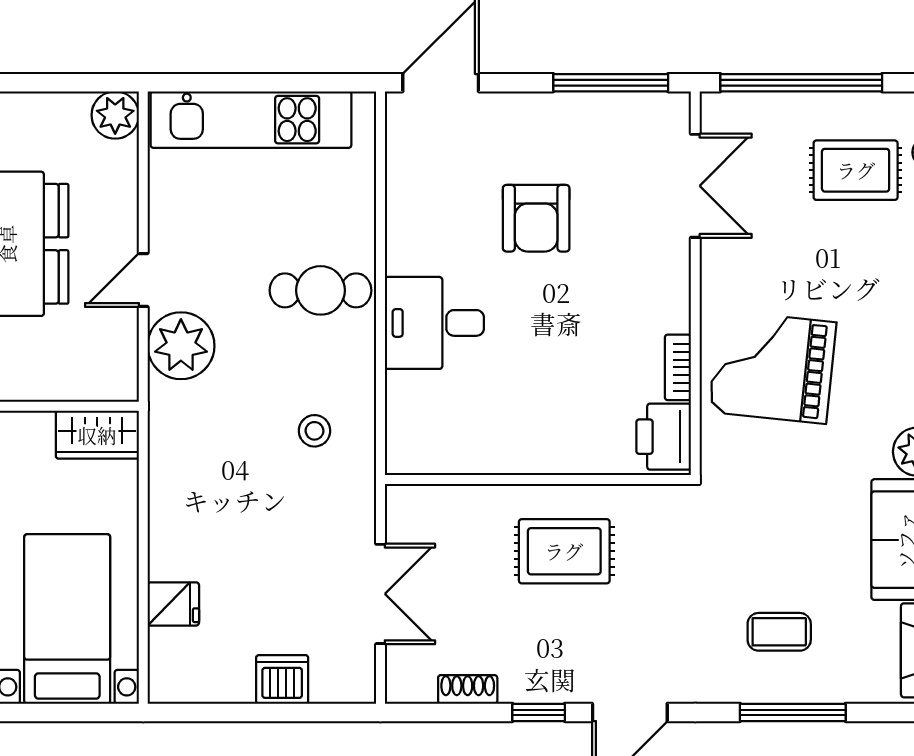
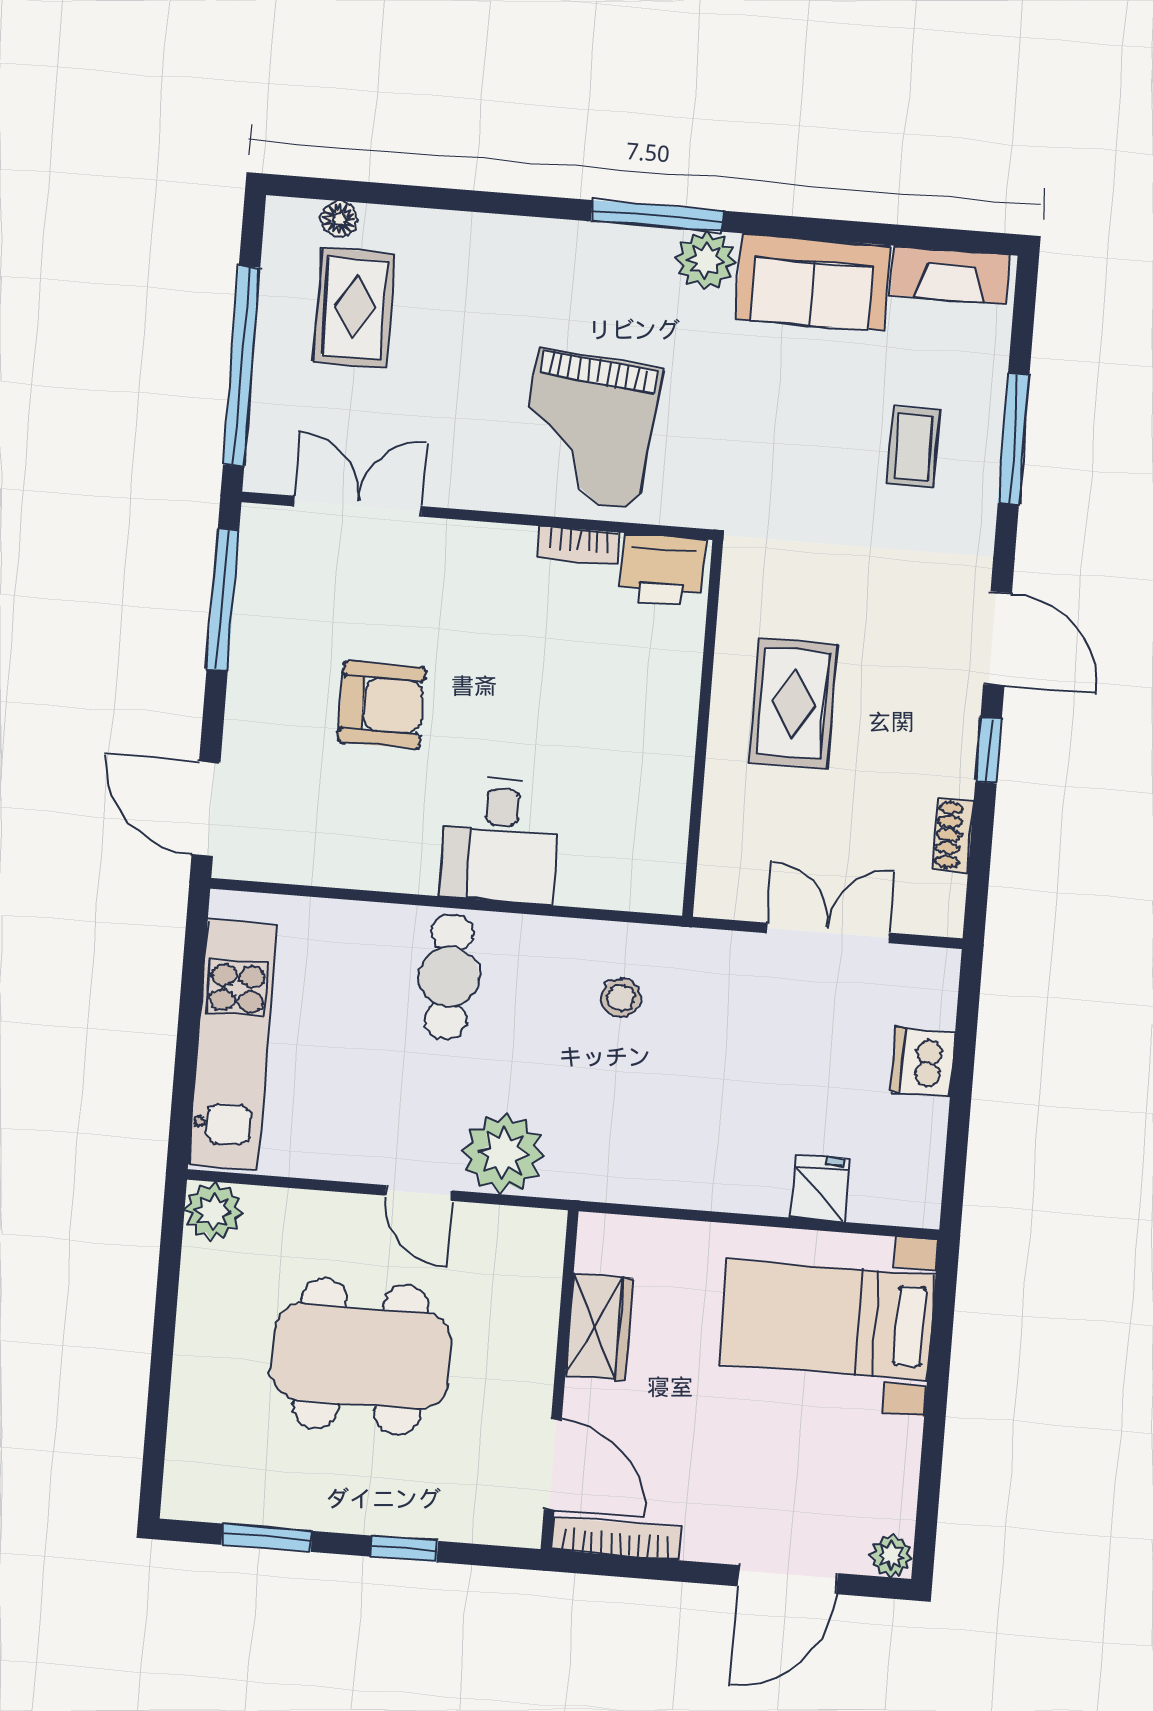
wardrobe: (97, 435) -> (599, 1327), moved

